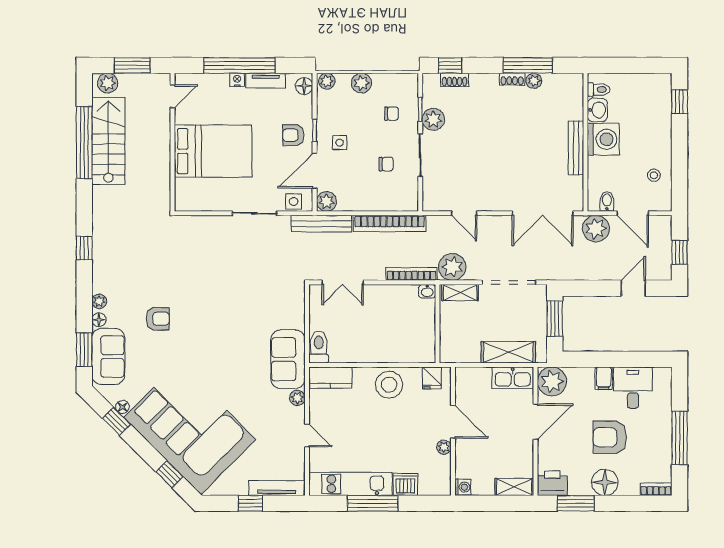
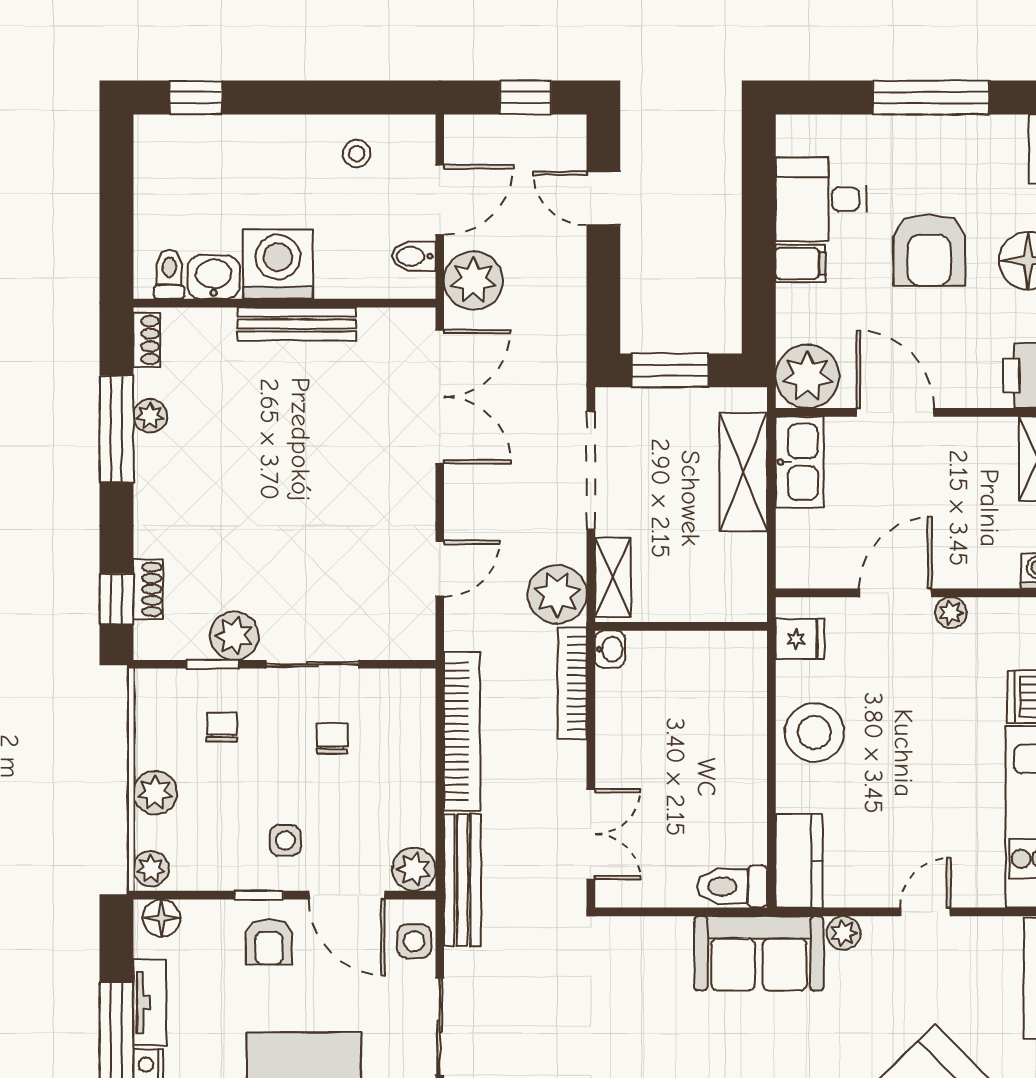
shoe rack: (512, 79) -> (147, 340), moved

